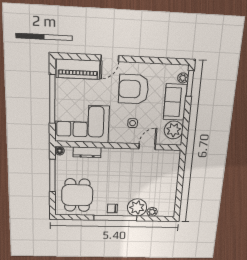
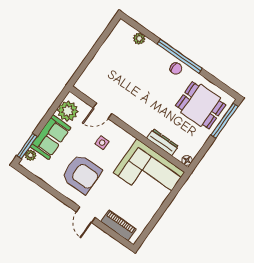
door: (110, 58) -> (86, 215), swing flipped
piano: (78, 69) -> (118, 225), width x0.73, depth x0.75
window: (52, 99) -> (161, 212), removed
window: (52, 176) -> (225, 121), moved
dining table: (77, 195) -> (201, 105), turned 90
plant: (137, 208) -> (151, 53), removed

